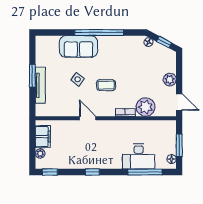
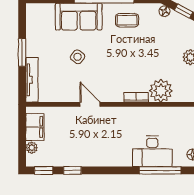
tv unit: (40, 85) -> (32, 80), moved
coffee table: (106, 85) -> (127, 20), moved
window: (92, 172) -> (72, 170), moved

